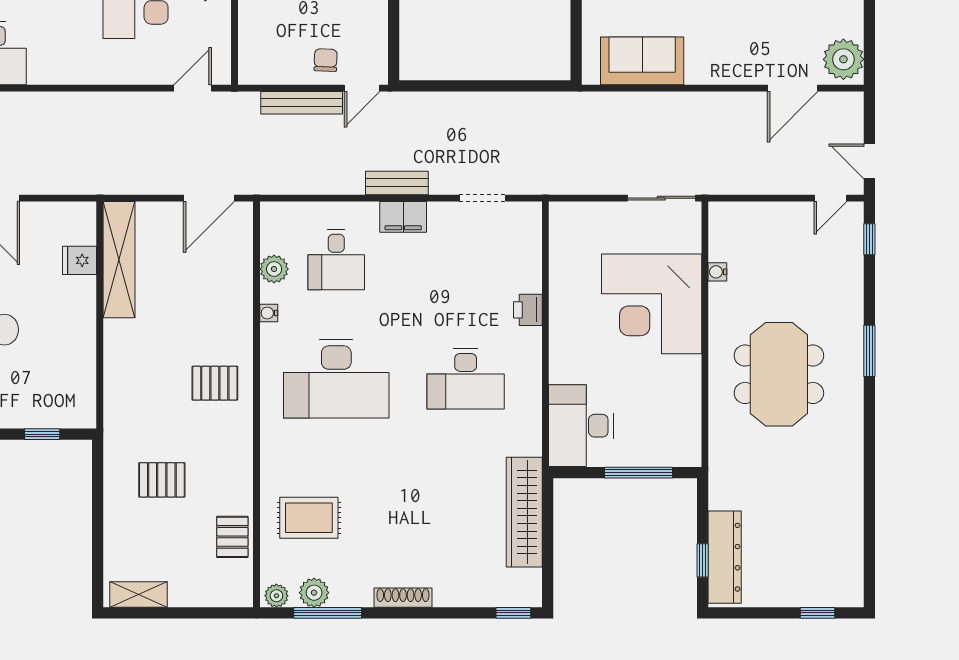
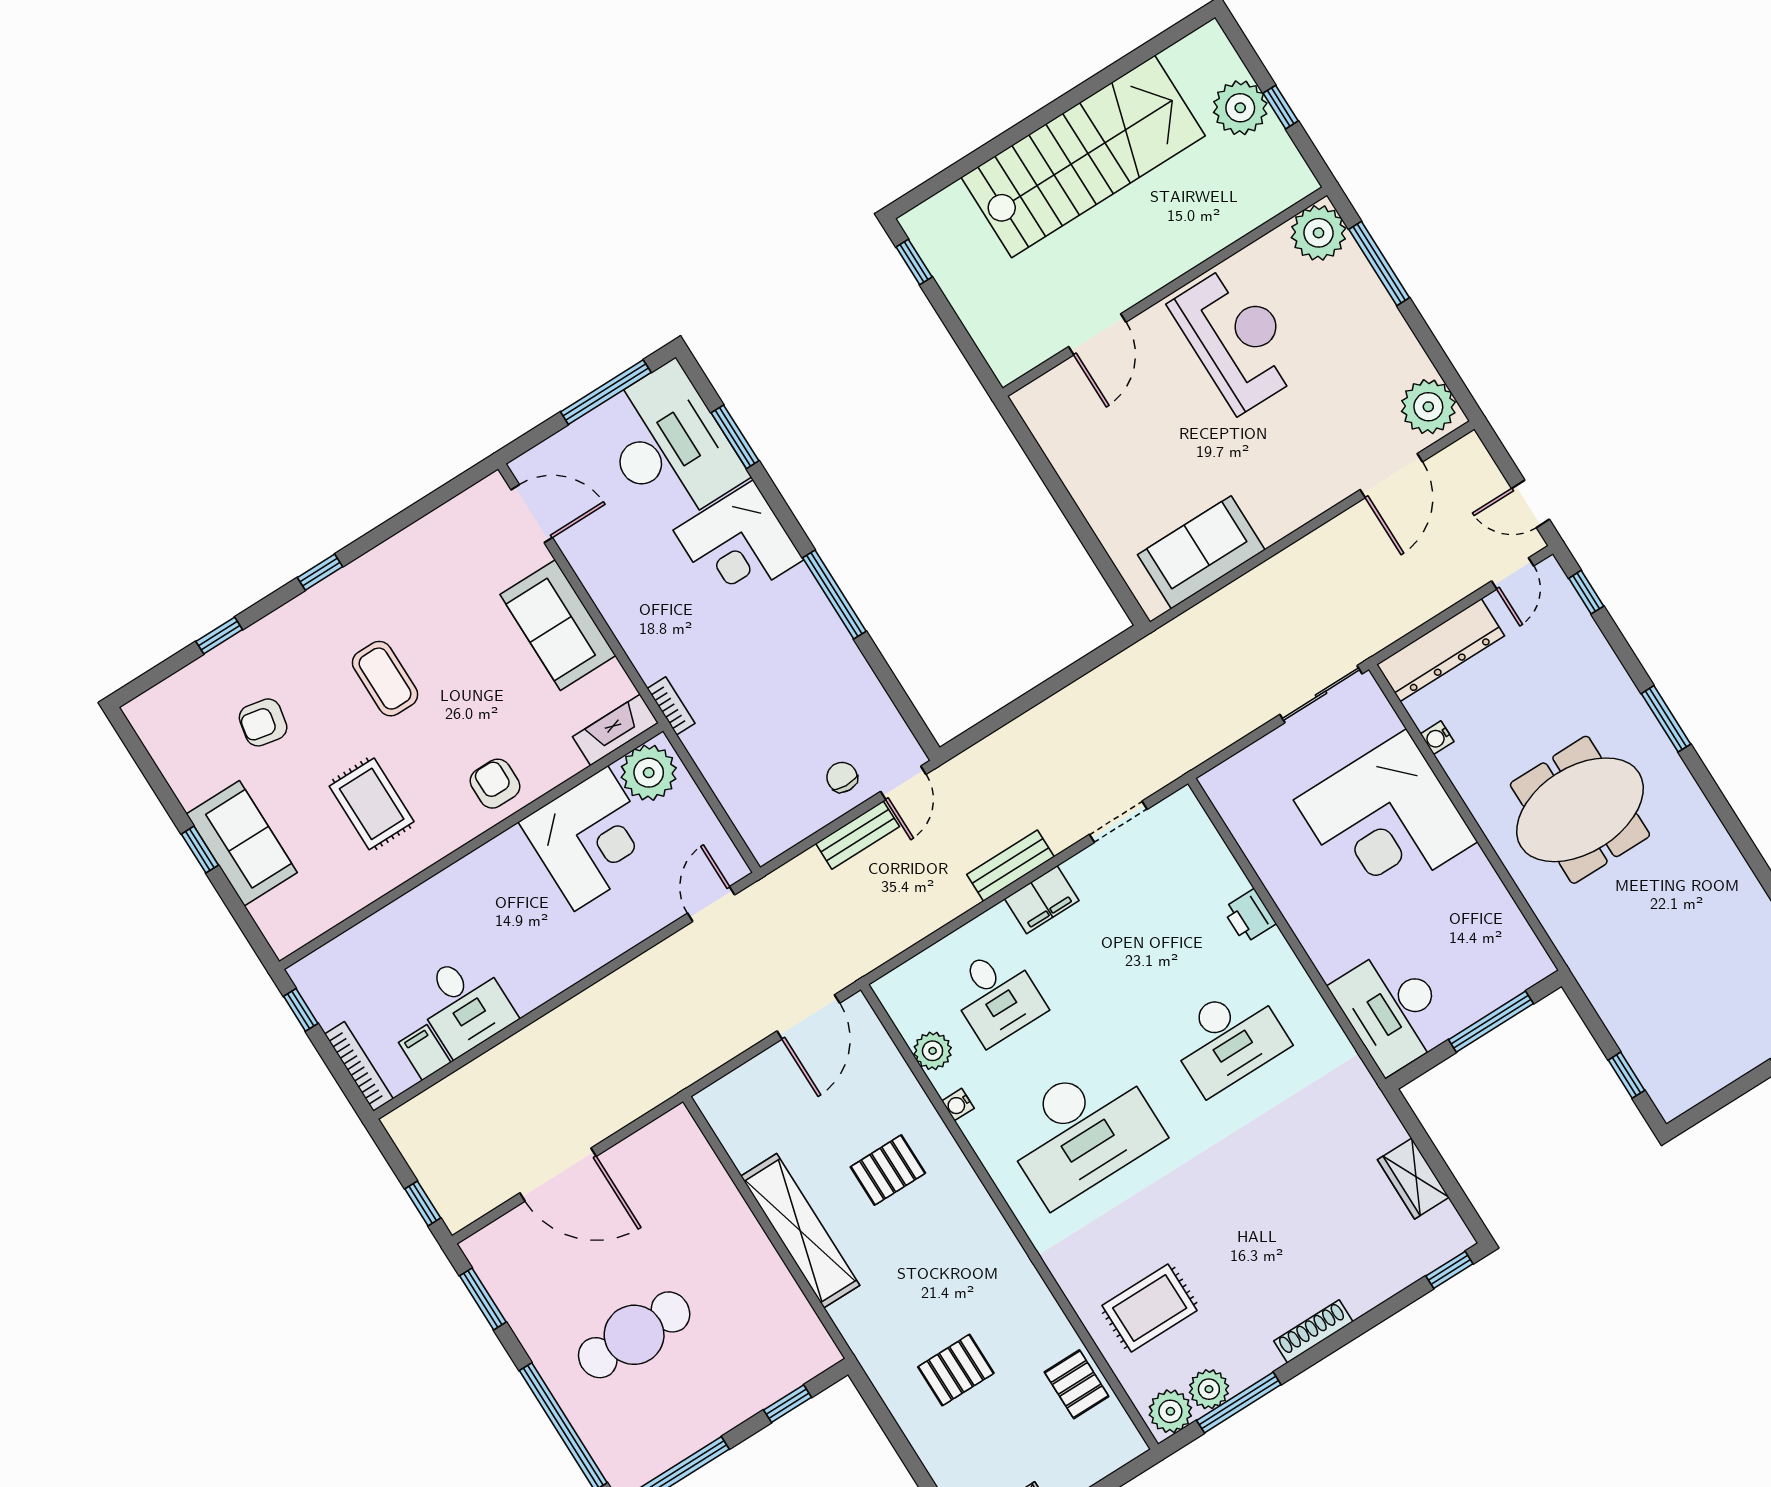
bench: (302, 103) -> (858, 835), width x0.73
fridge: (79, 260) -> (706, 1180), removed
shelving: (119, 260) -> (800, 1231), moved
meeting table: (779, 374) -> (1580, 810), turned 90
pallet: (215, 383) -> (888, 1170), moved
wardrobe: (524, 512) -> (1413, 1179), width x0.48, depth x0.85
dresser: (725, 557) -> (1441, 650), moved, turned 90
plant: (276, 596) -> (1170, 1411), width x1.38, depth x1.38

